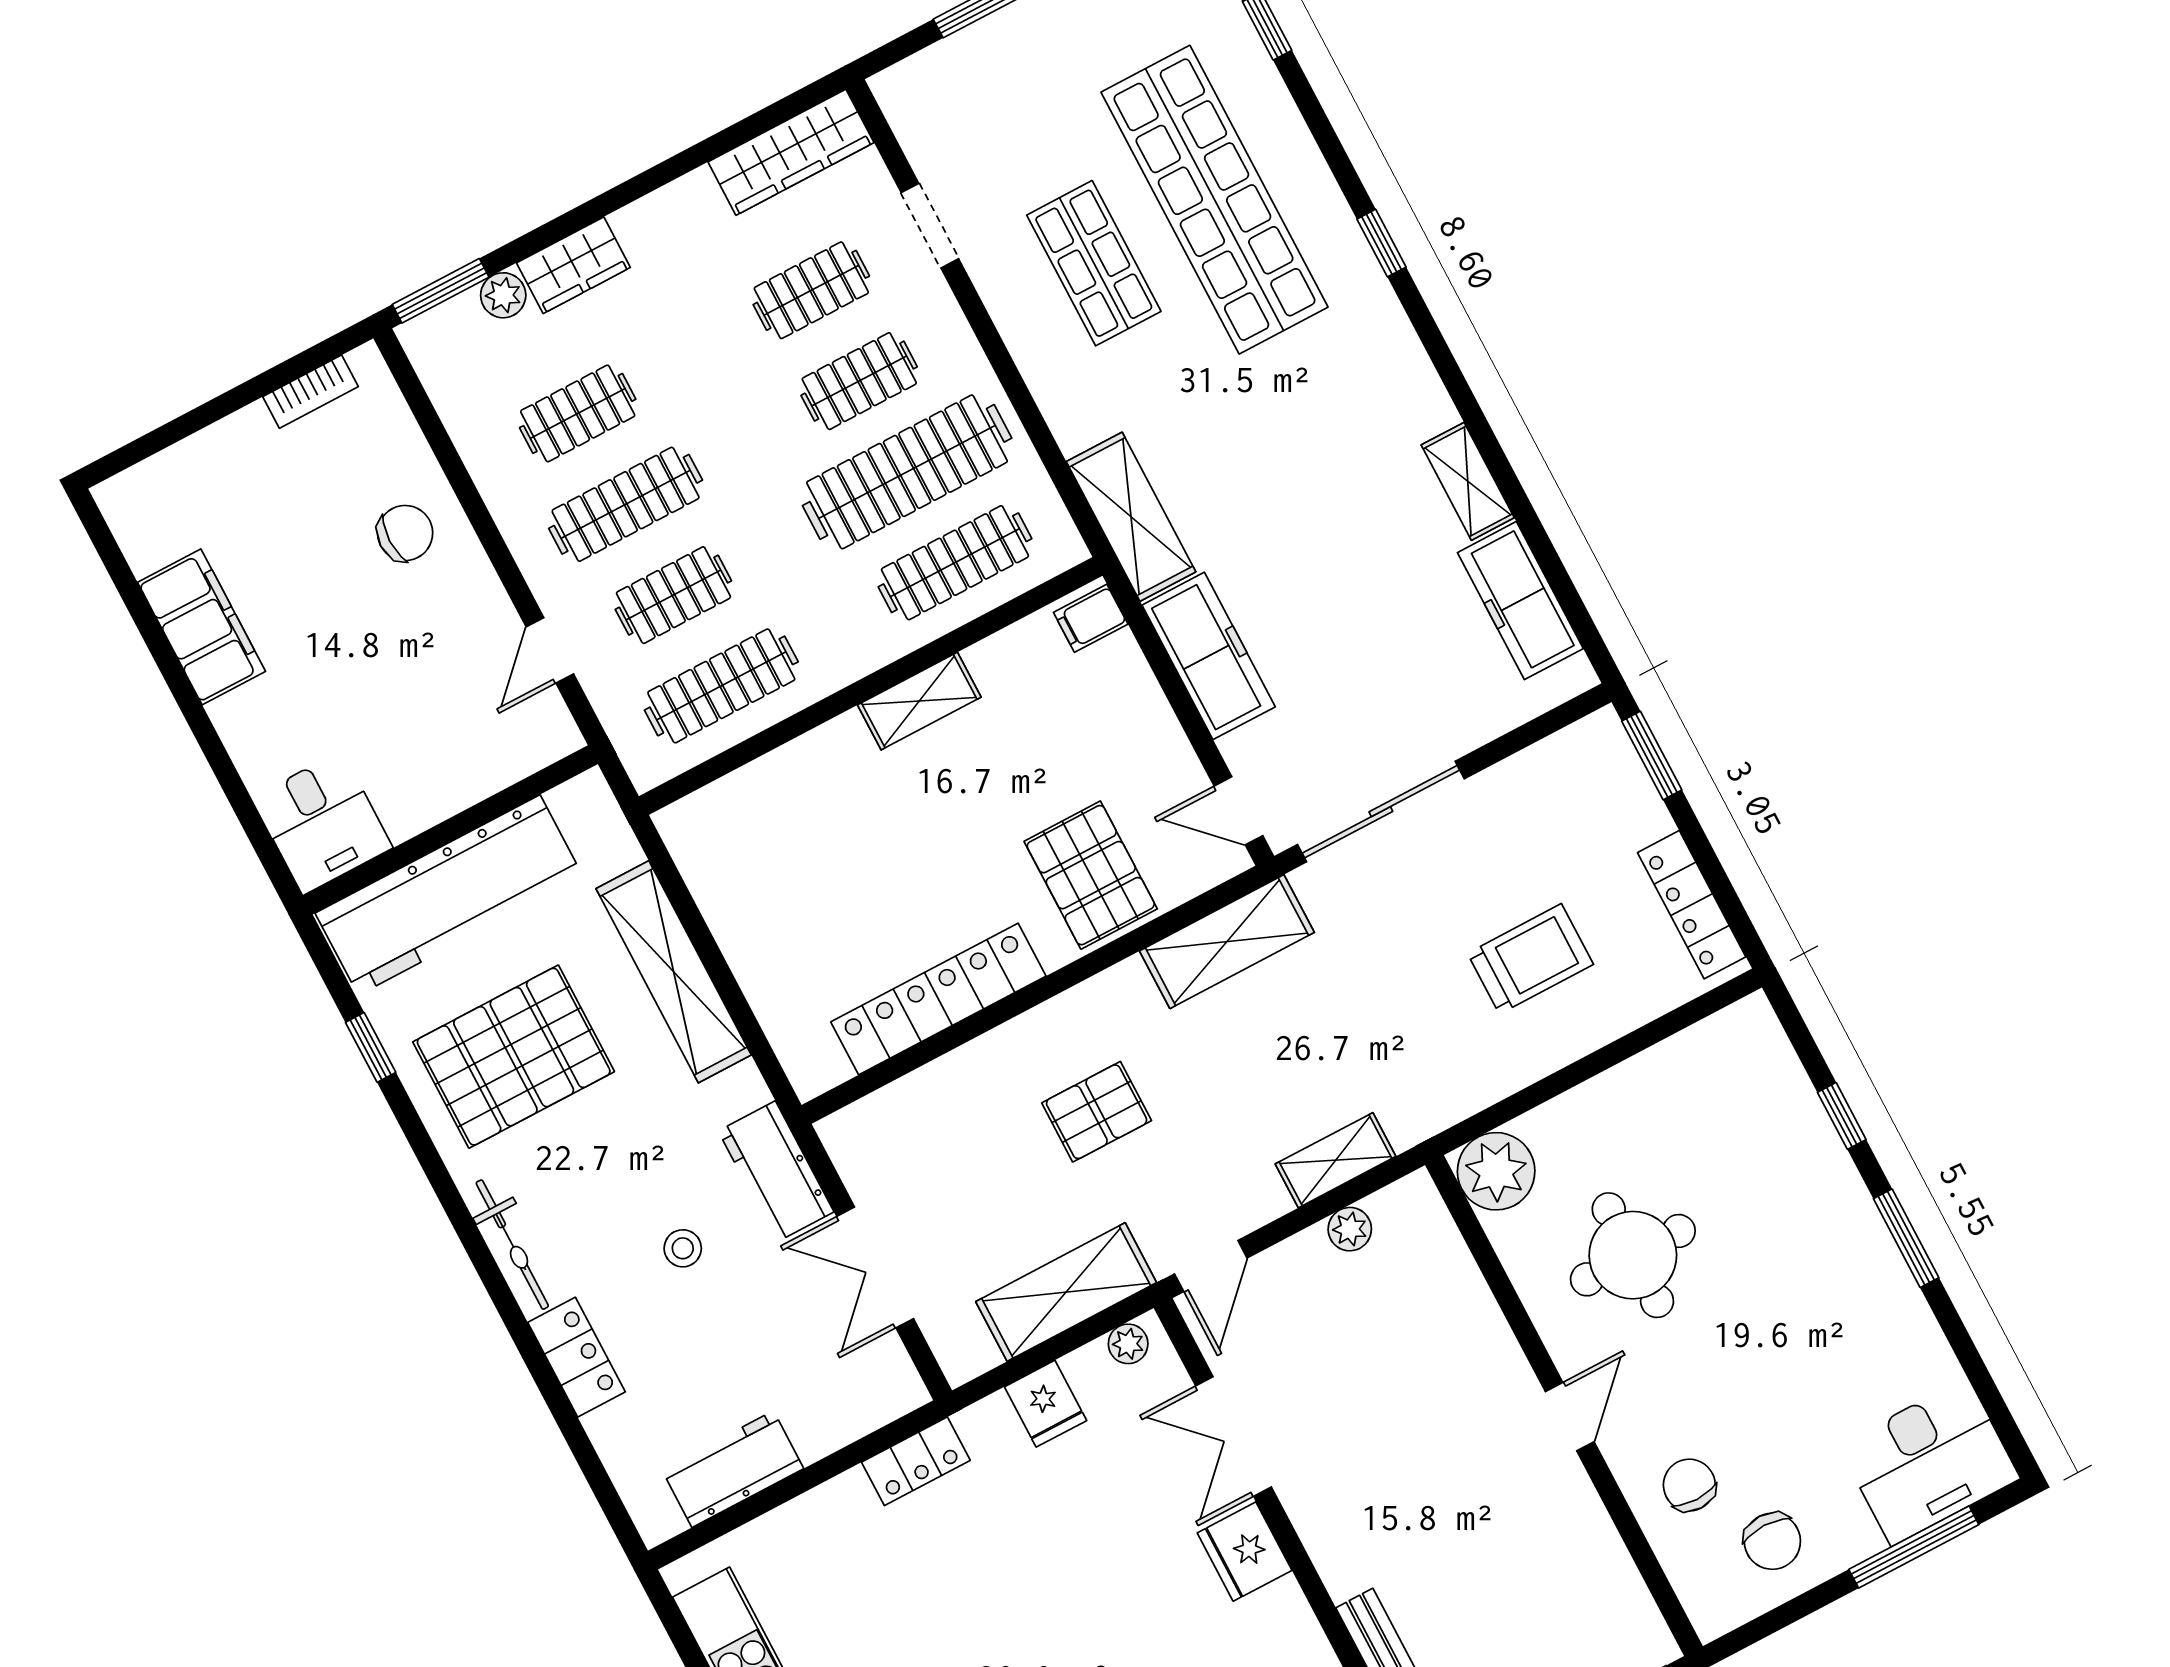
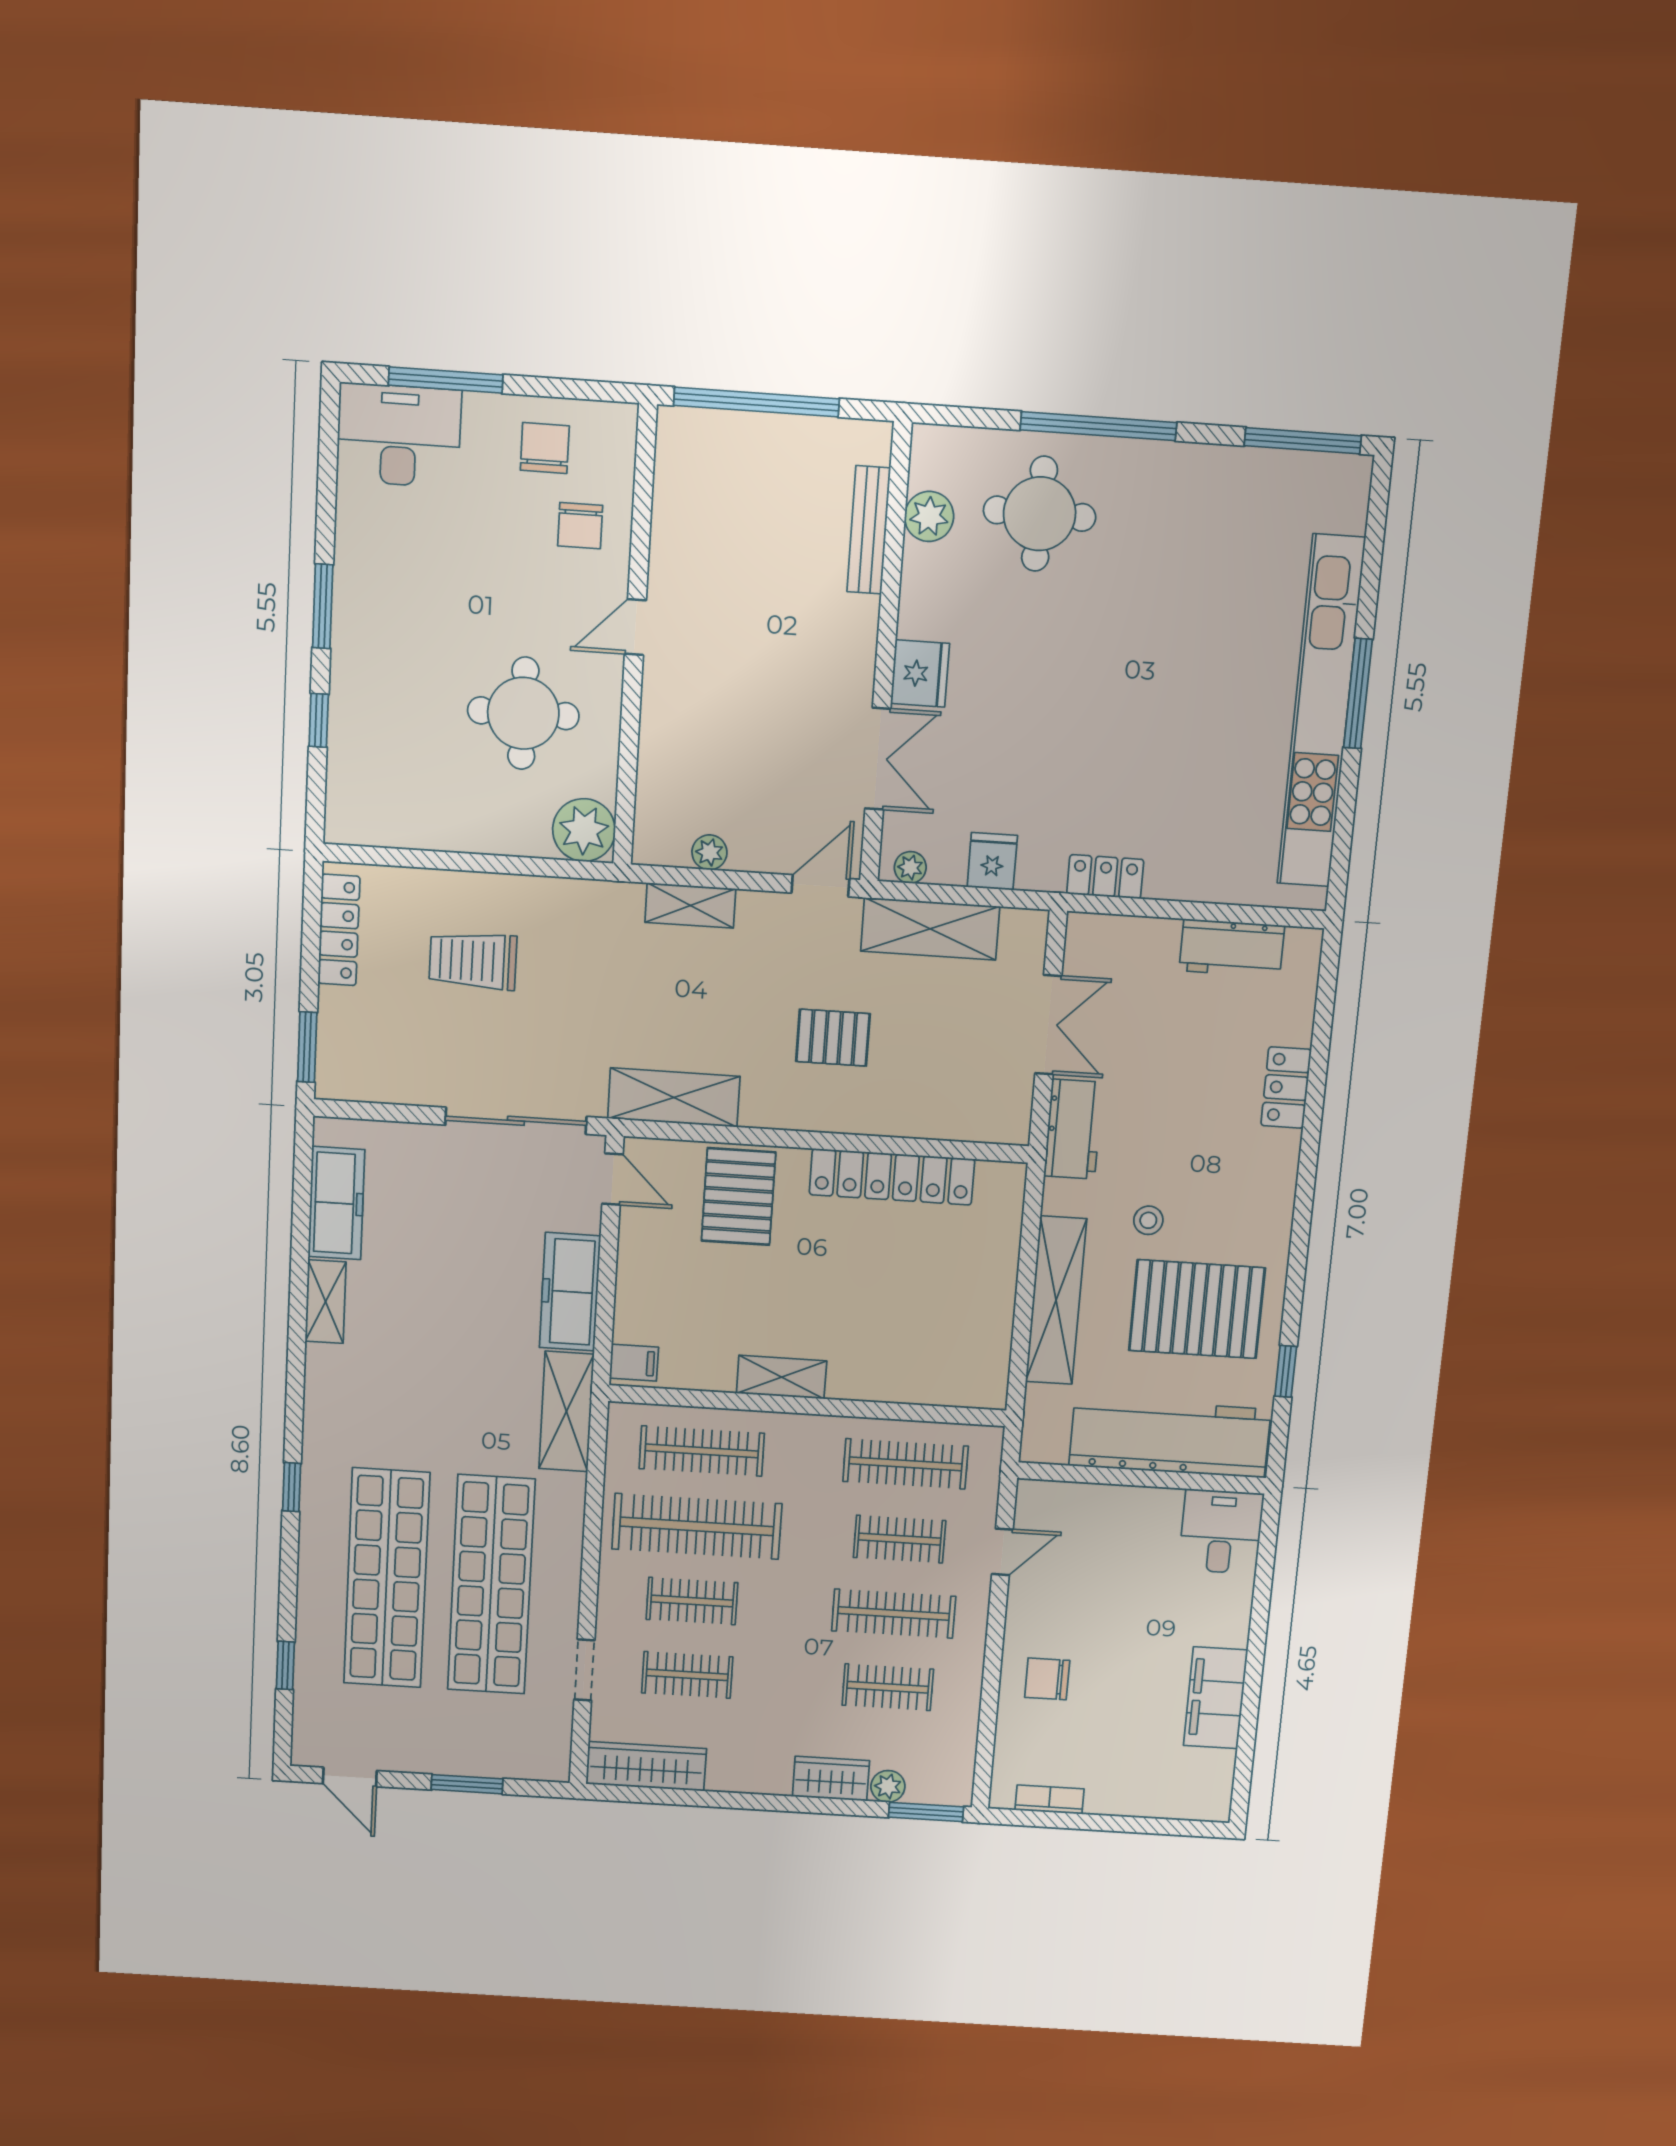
shop shelf: (1094, 263) -> (491, 1585), width x2.00, depth x1.36
bicycle: (512, 1245) -> (1279, 1188), removed
stool: (683, 1248) -> (1148, 1220), moved

